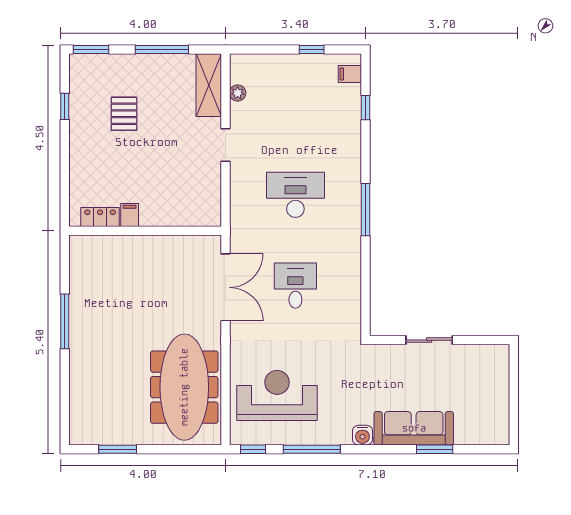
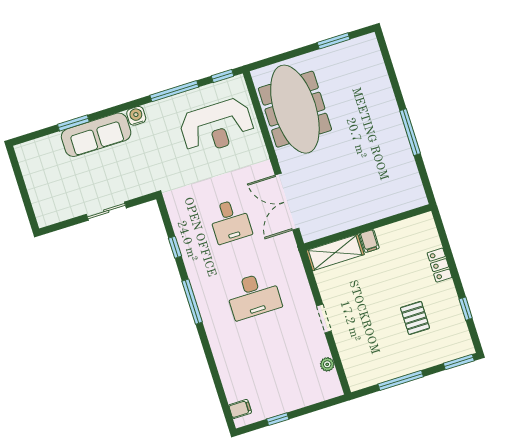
shelving: (209, 85) -> (335, 253), moved, turned 90
window: (365, 108) -> (175, 247), moved
filing cabinet: (130, 215) -> (369, 241), moved
locker: (100, 217) -> (440, 265), moved, turned 90

